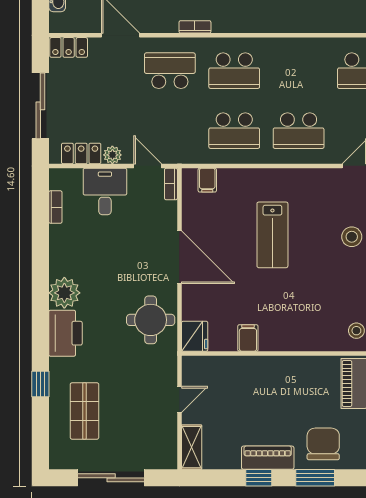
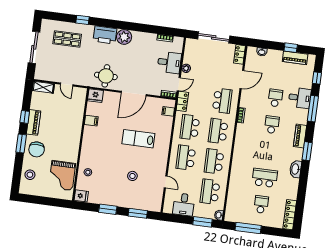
school desk: (299, 71) -> (214, 161), added
locker: (81, 153) -> (182, 101), moved
chair: (323, 444) -> (37, 149), turned 90

